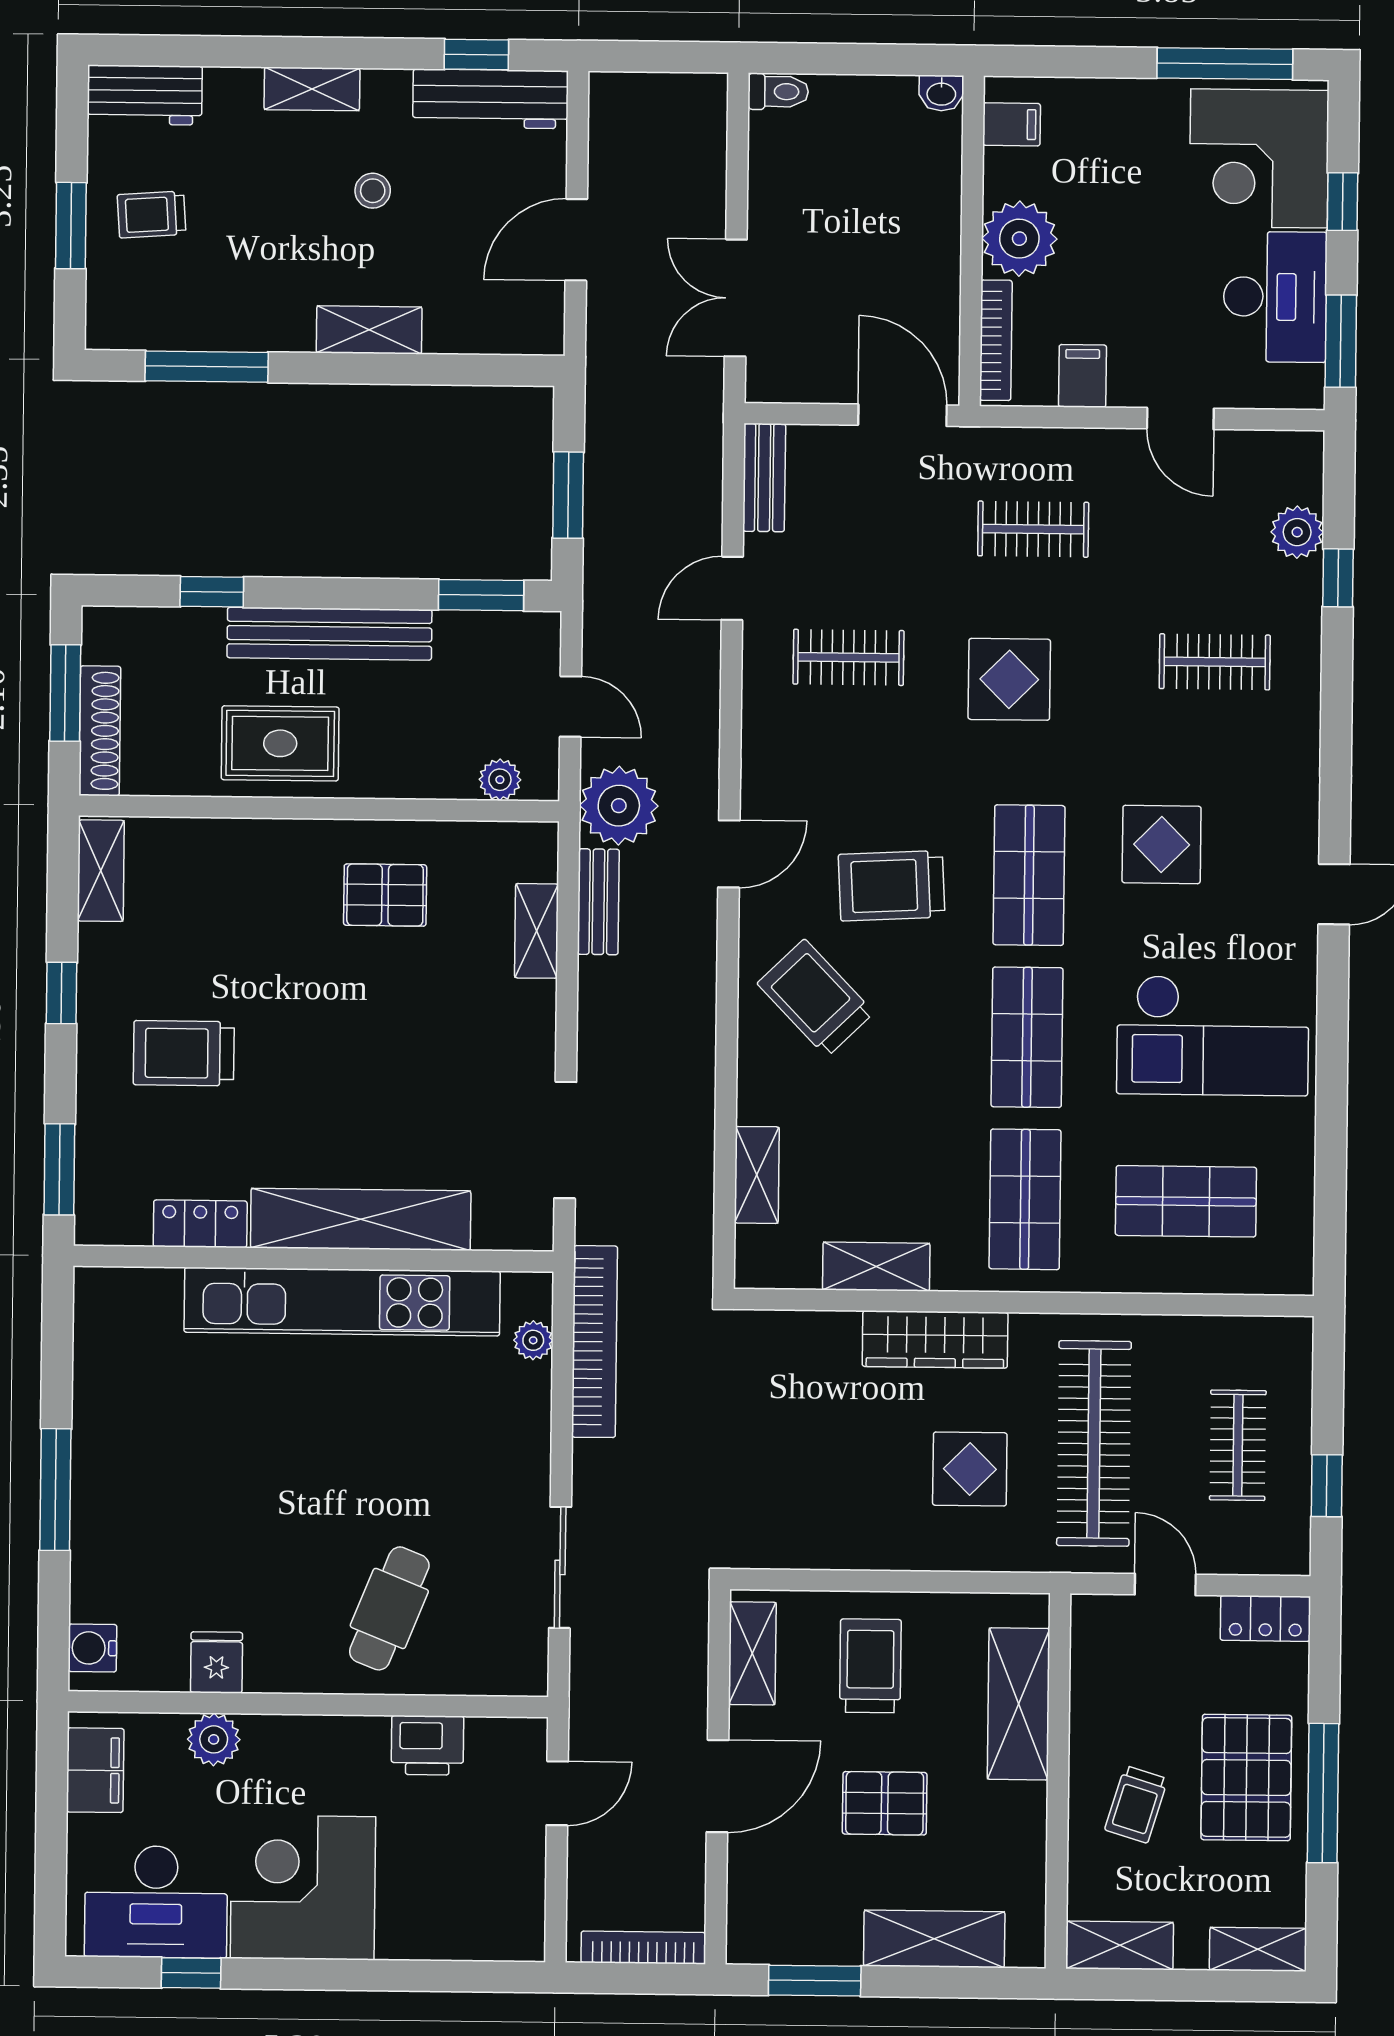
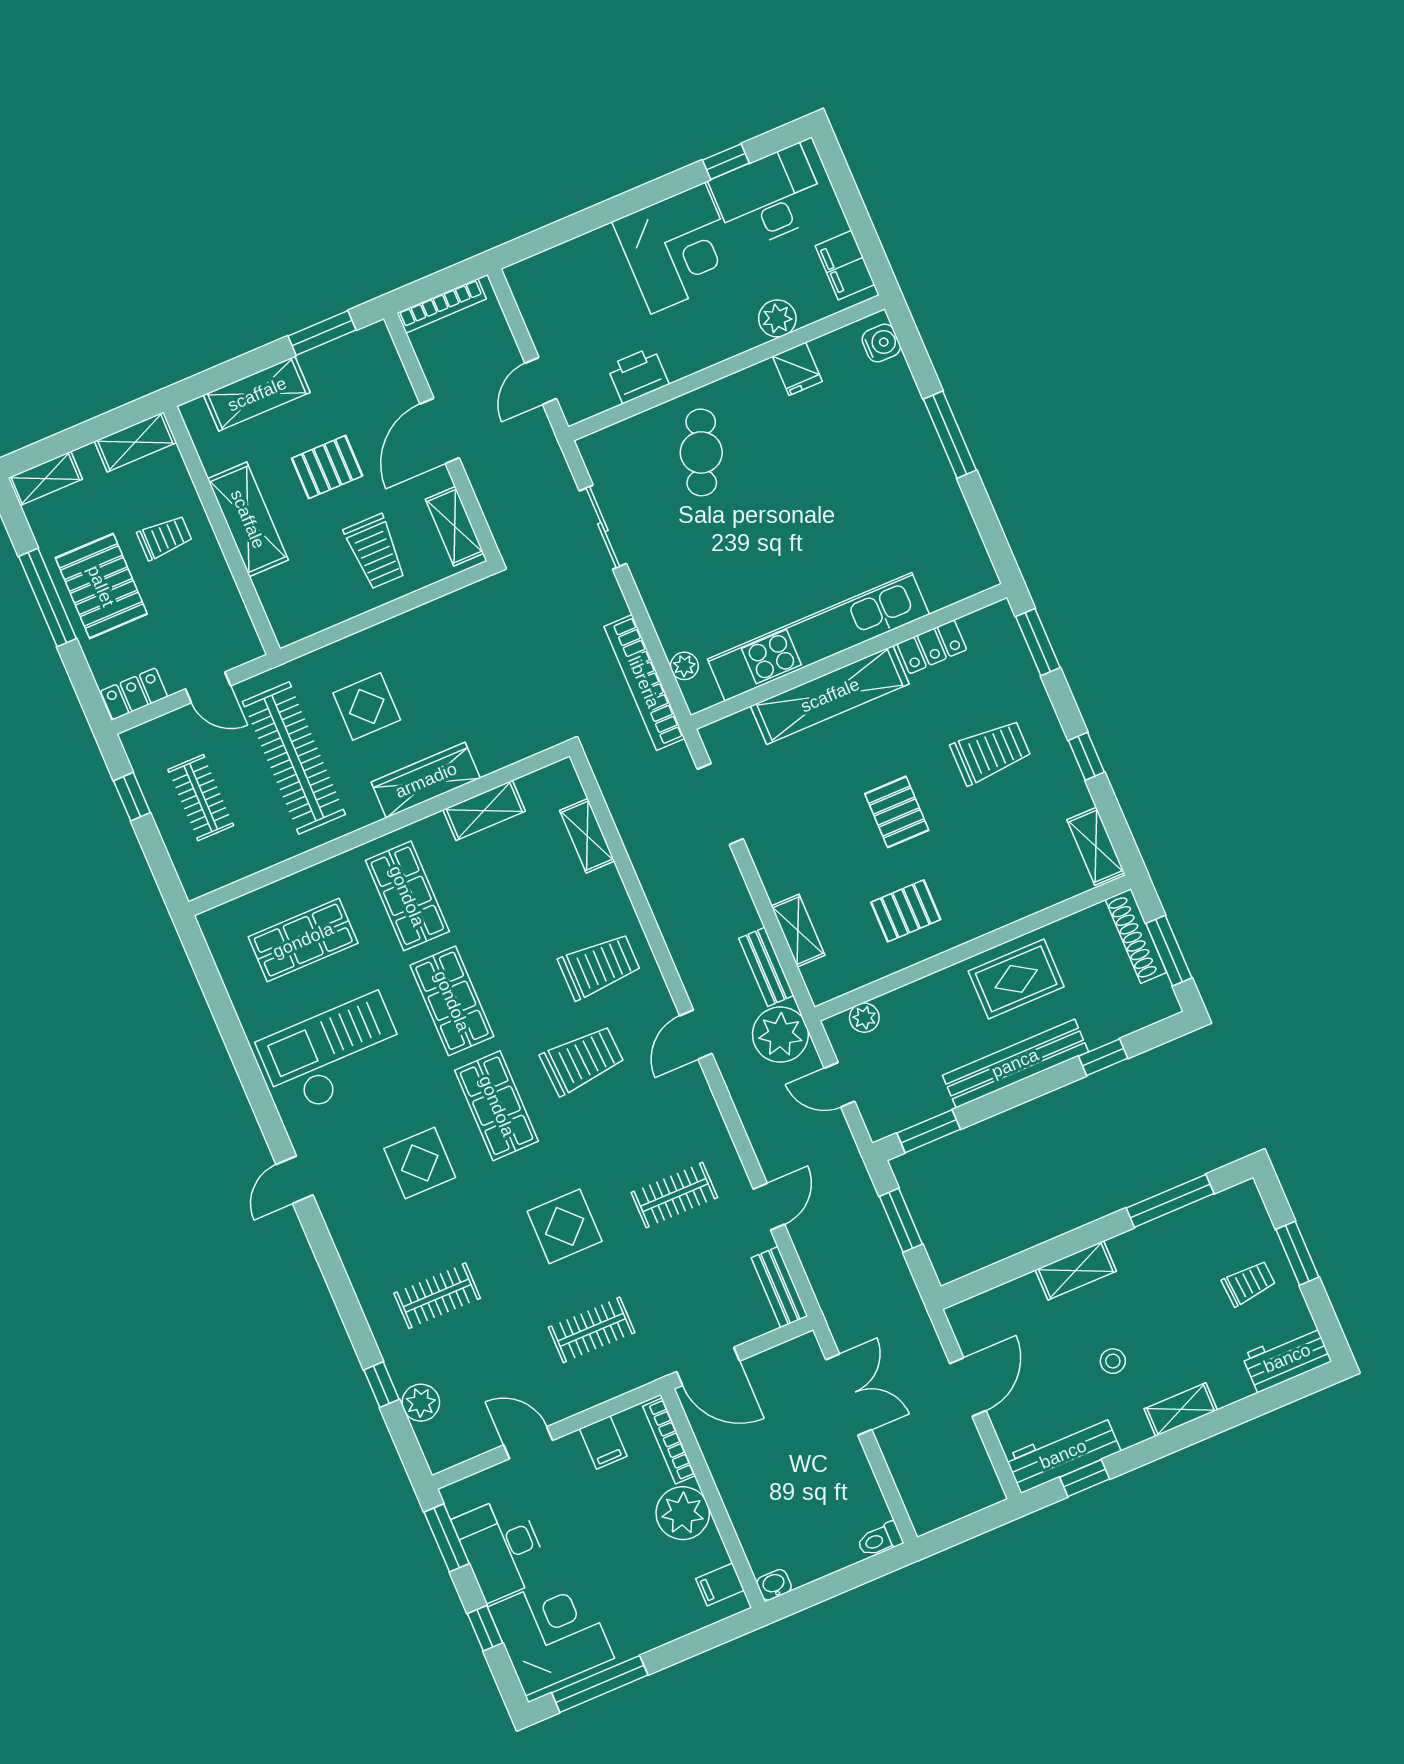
trolley: (815, 998) -> (599, 966), turned -46
pallet: (340, 1029) -> (897, 812), added
shelving: (1019, 1704) -> (248, 519), moved
trolley: (1136, 1804) -> (165, 537), turned 73

